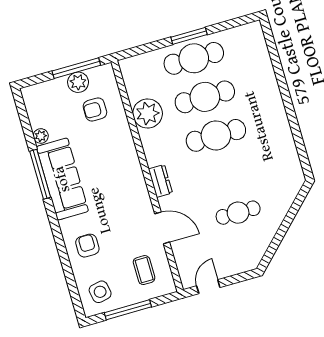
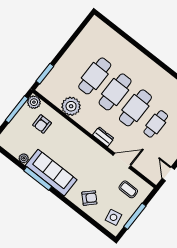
window: (189, 36) -> (45, 74), moved
cafe table: (194, 58) -> (135, 108), moved
plant: (78, 82) -> (34, 102), moved
armchair: (87, 246) -> (89, 198), turned 135

